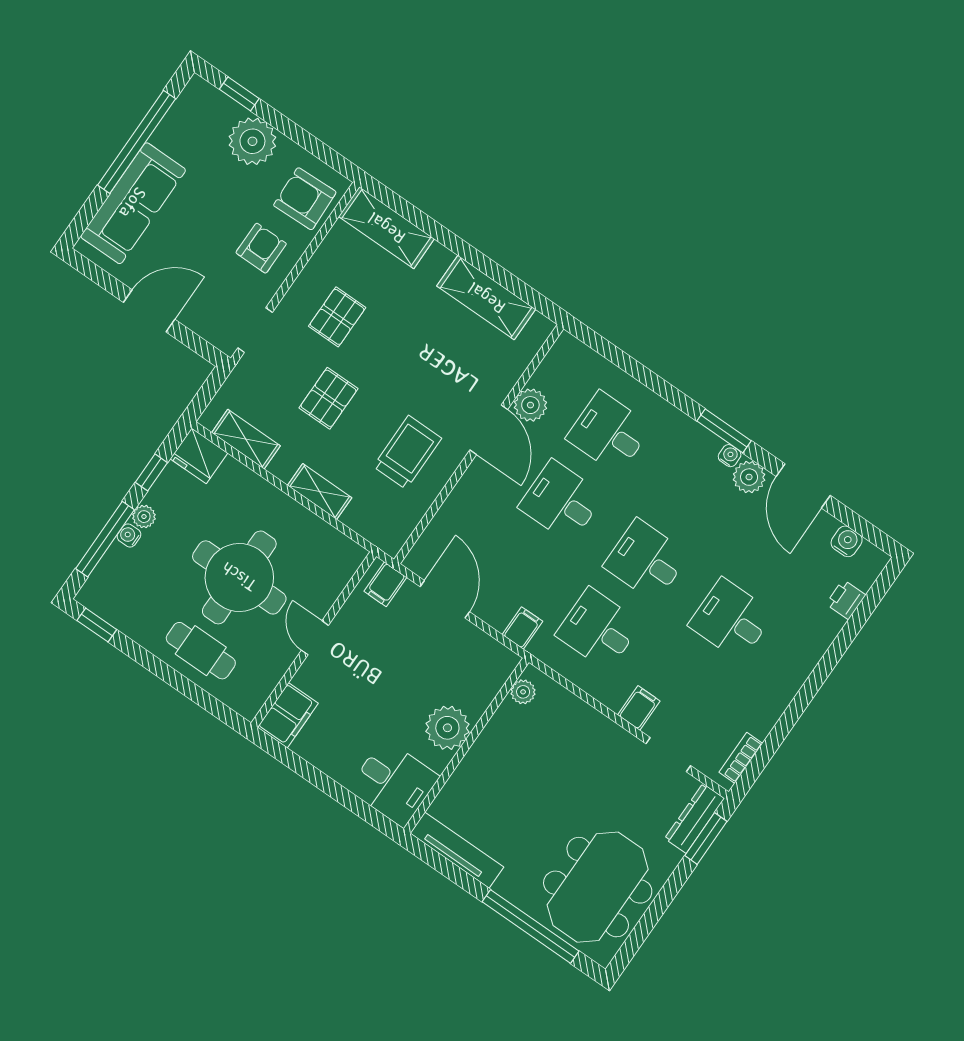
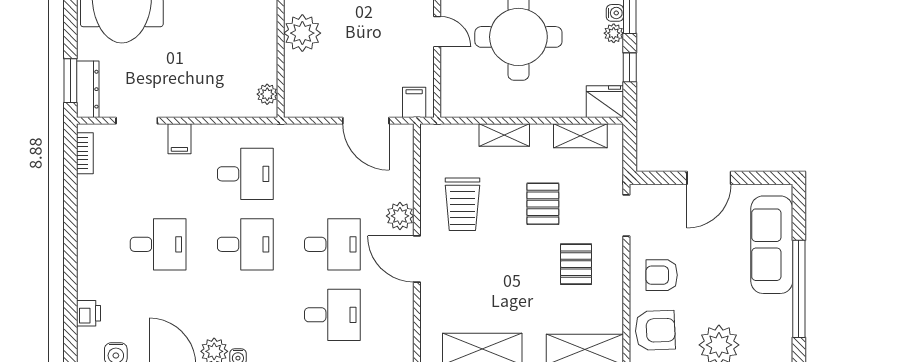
armchair: (261, 248) -> (662, 275), turned 90
plant: (530, 405) -> (400, 216), moved
filing cabinet: (522, 628) -> (298, 138), removed

